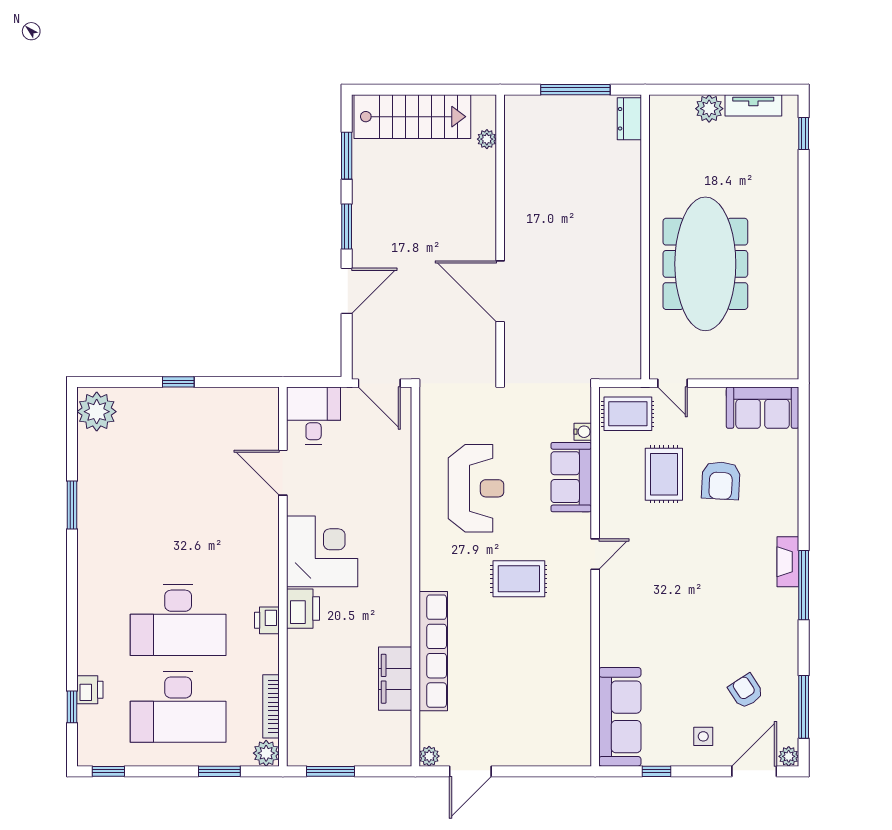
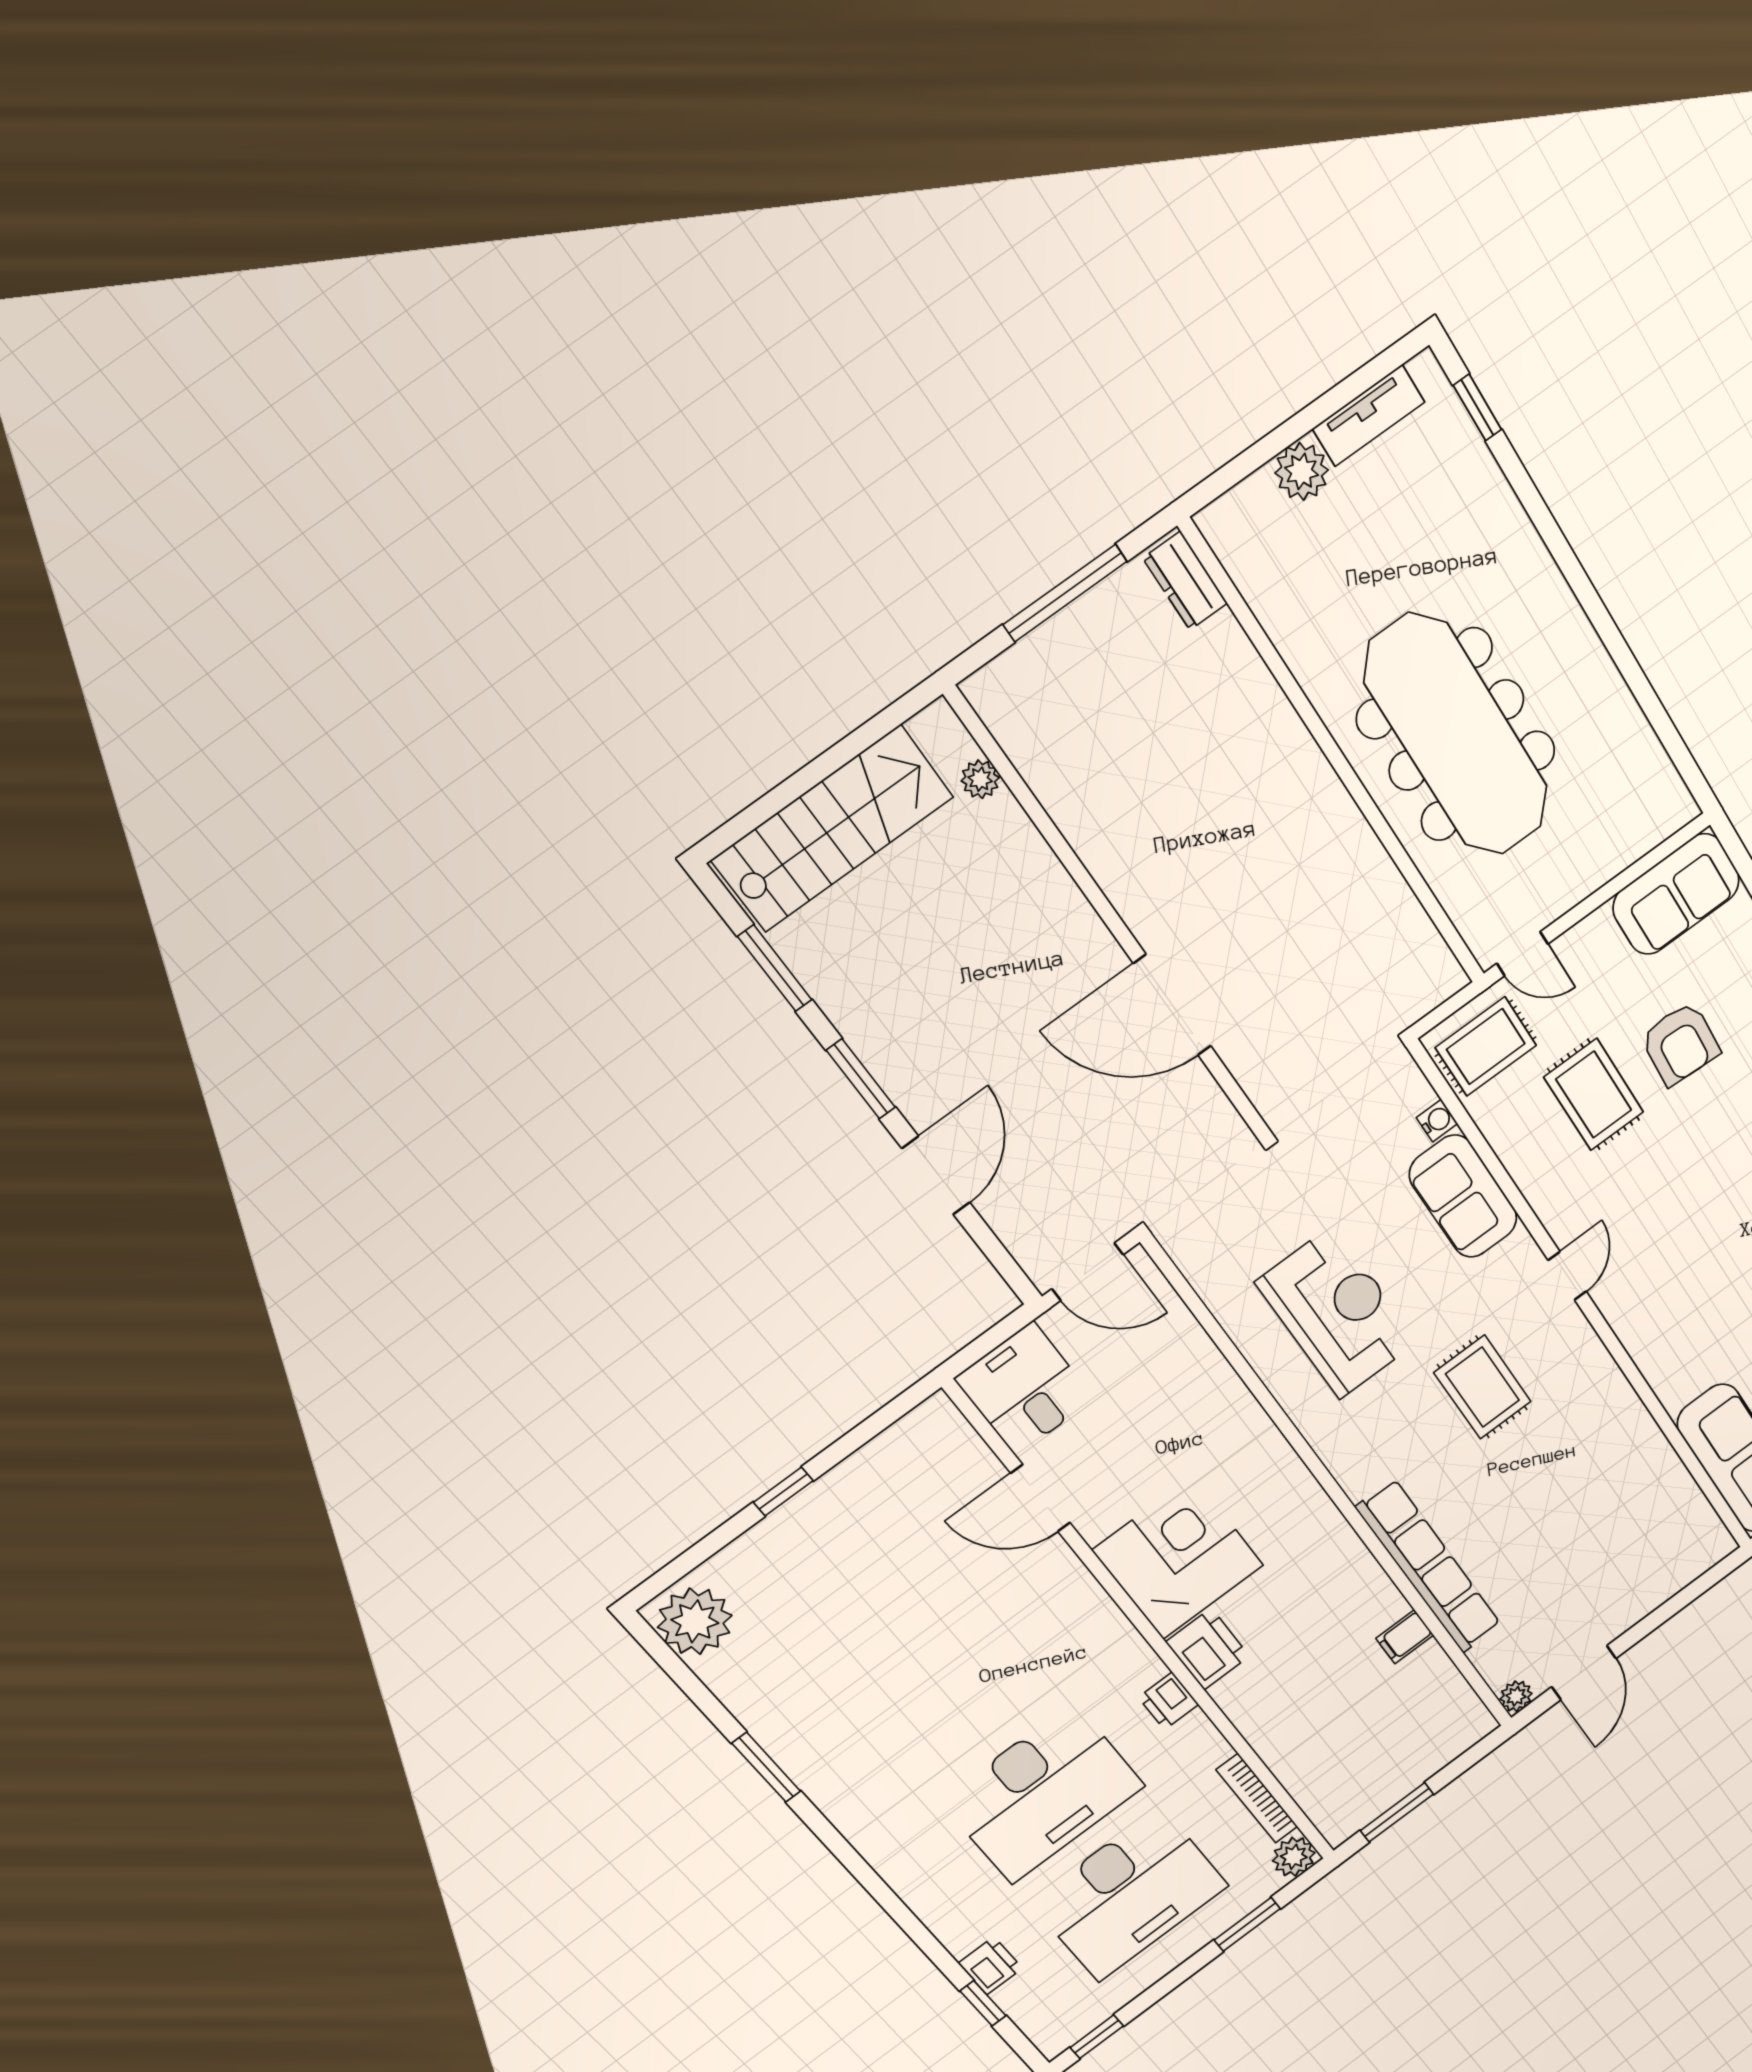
rug: (519, 579) -> (1482, 1387), turned 90
filing cabinet: (395, 679) -> (1405, 1637), width x0.33, depth x0.86

